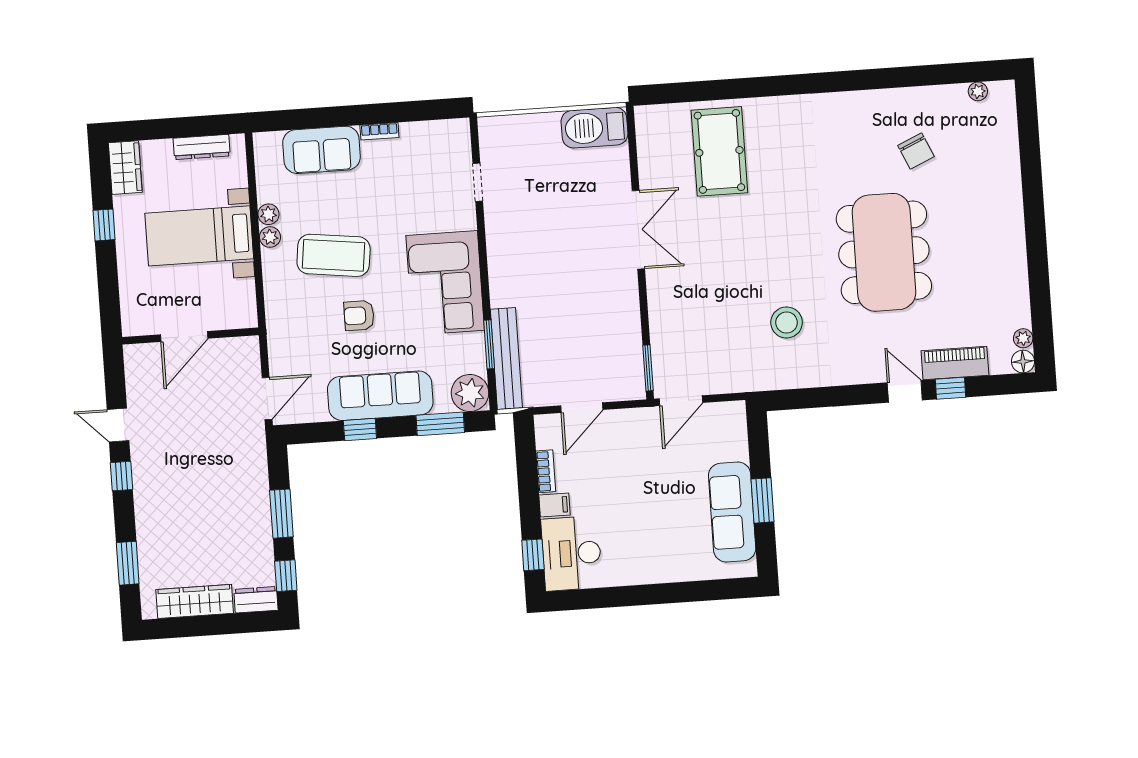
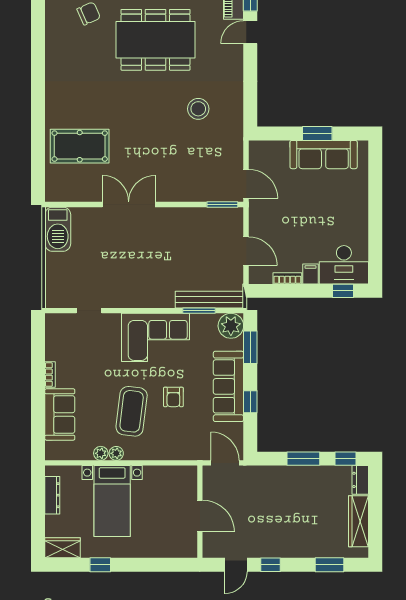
wall: (190, 336) -> (200, 512), moved
door: (184, 337) -> (200, 516), moved

